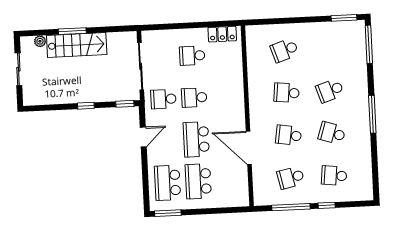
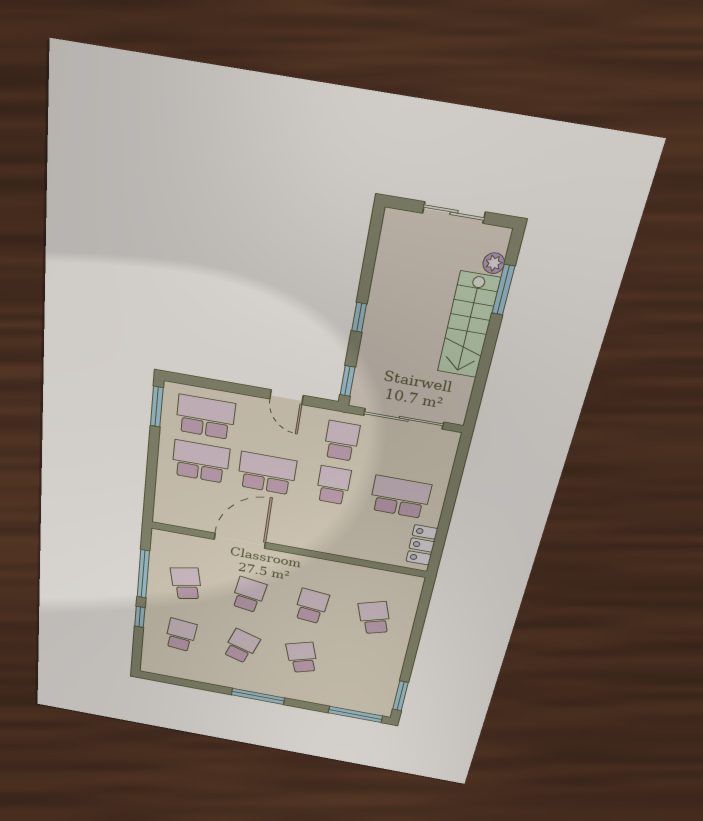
window: (72, 31) -> (503, 290), moved
school desk: (192, 56) -> (400, 497), width x1.85

